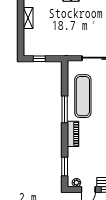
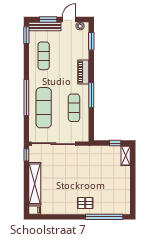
shelving: (28, 18) -> (126, 156), moved
exercise mat: (83, 96) -> (74, 108), width x0.73, depth x0.69

